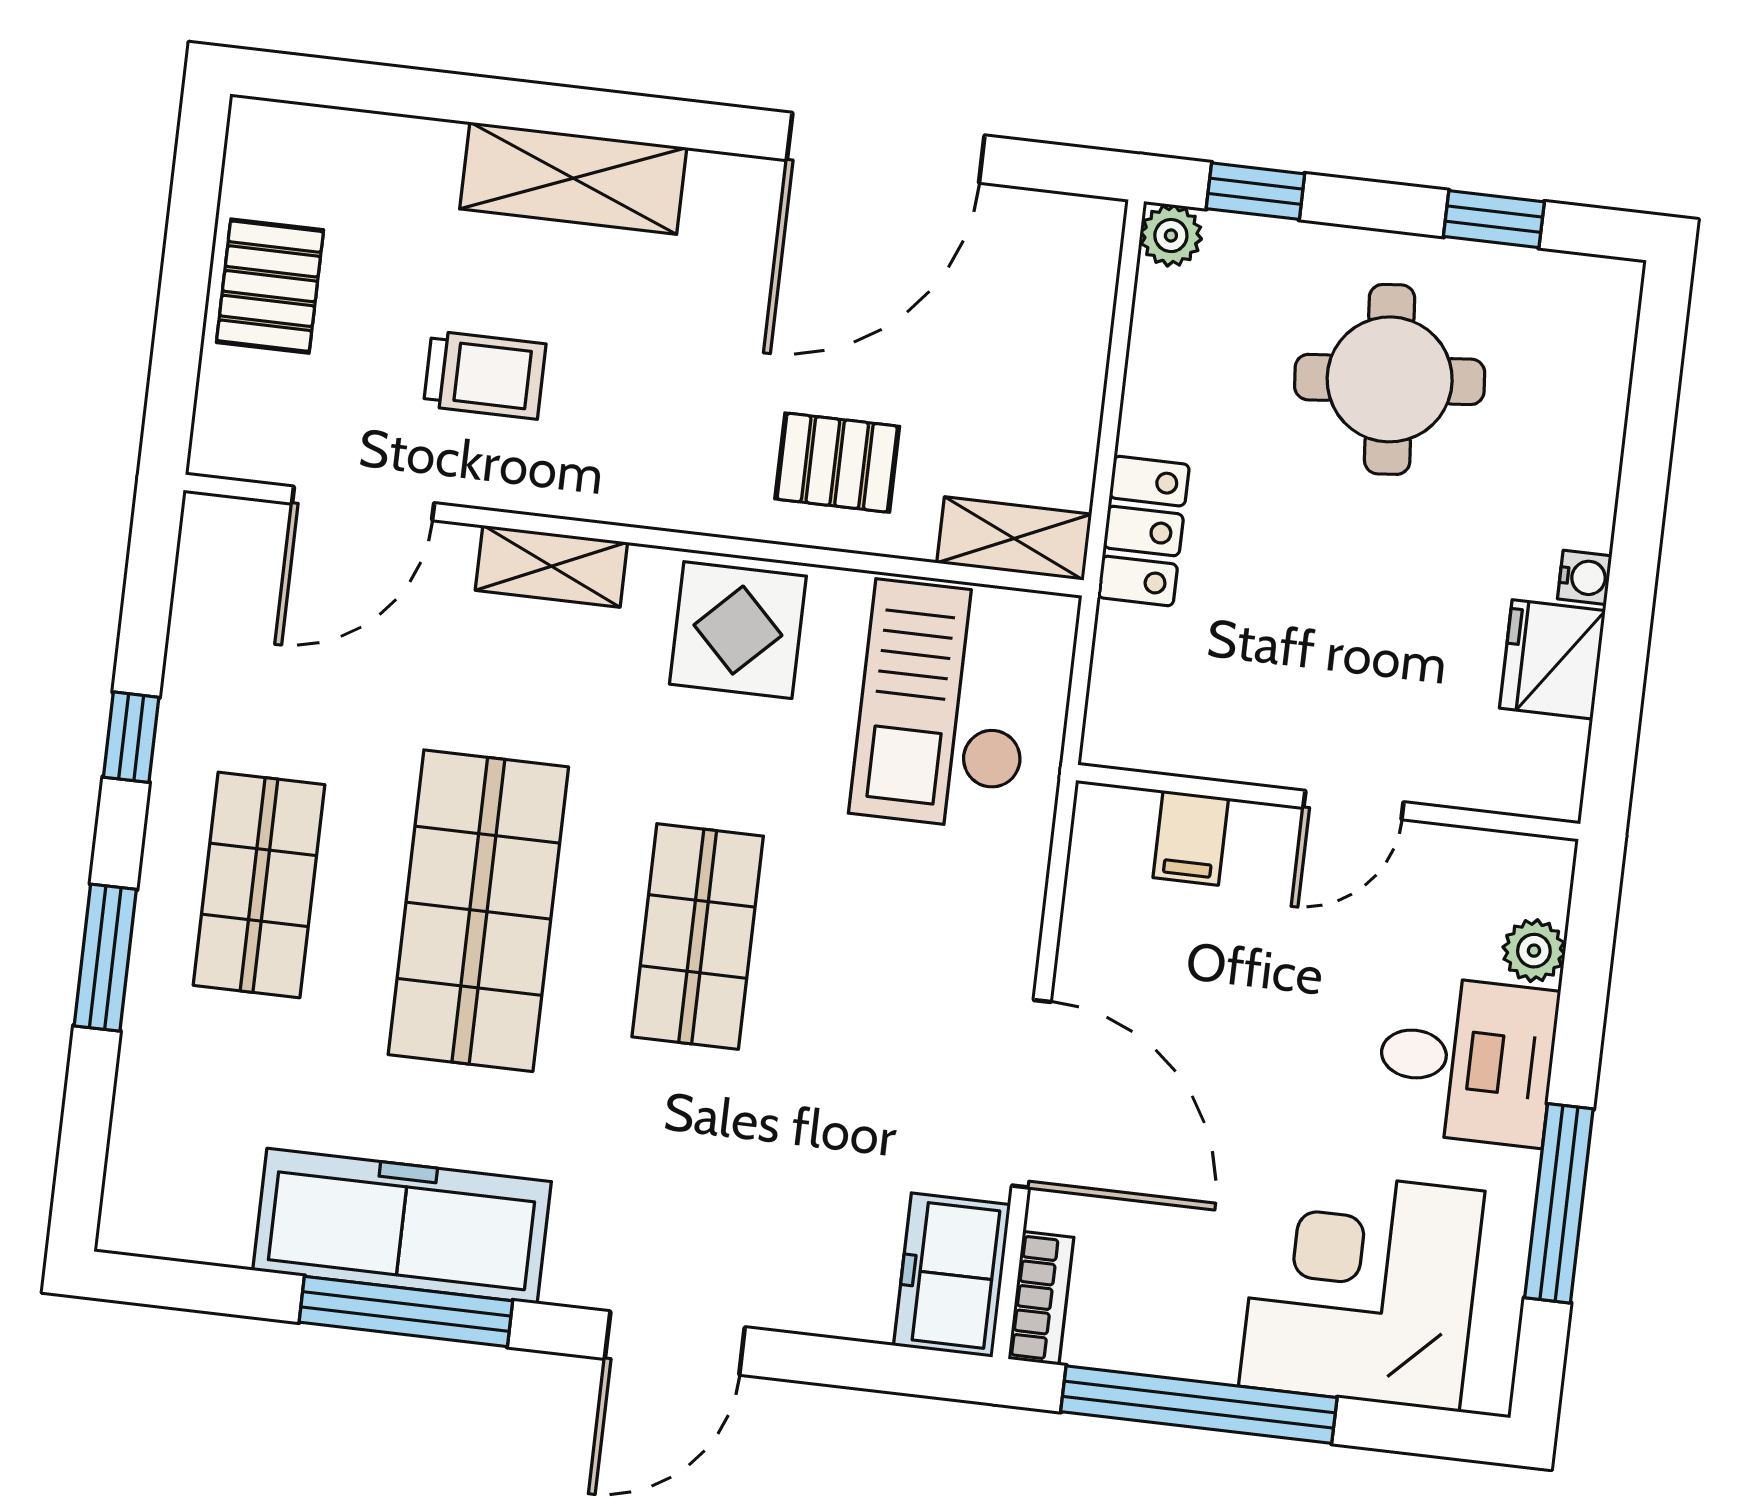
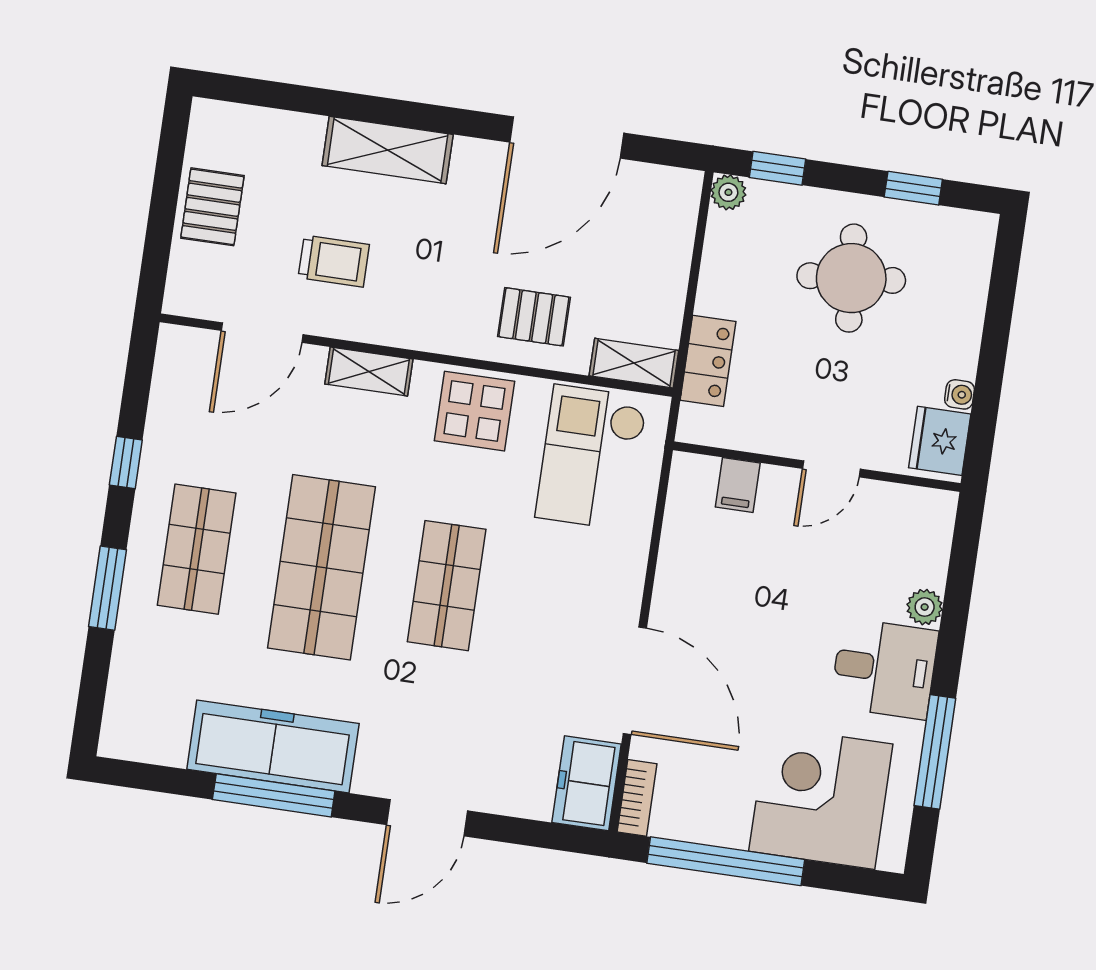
wall: (1328, 802) -> (817, 467), moved
door: (1353, 805) -> (831, 469), moved
filing cabinet: (1191, 838) -> (738, 485), moved

